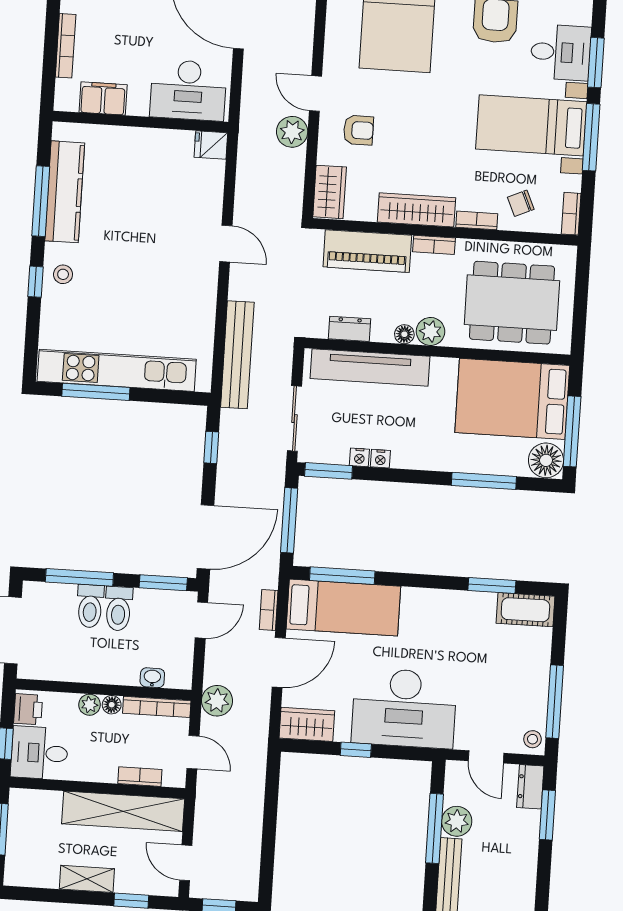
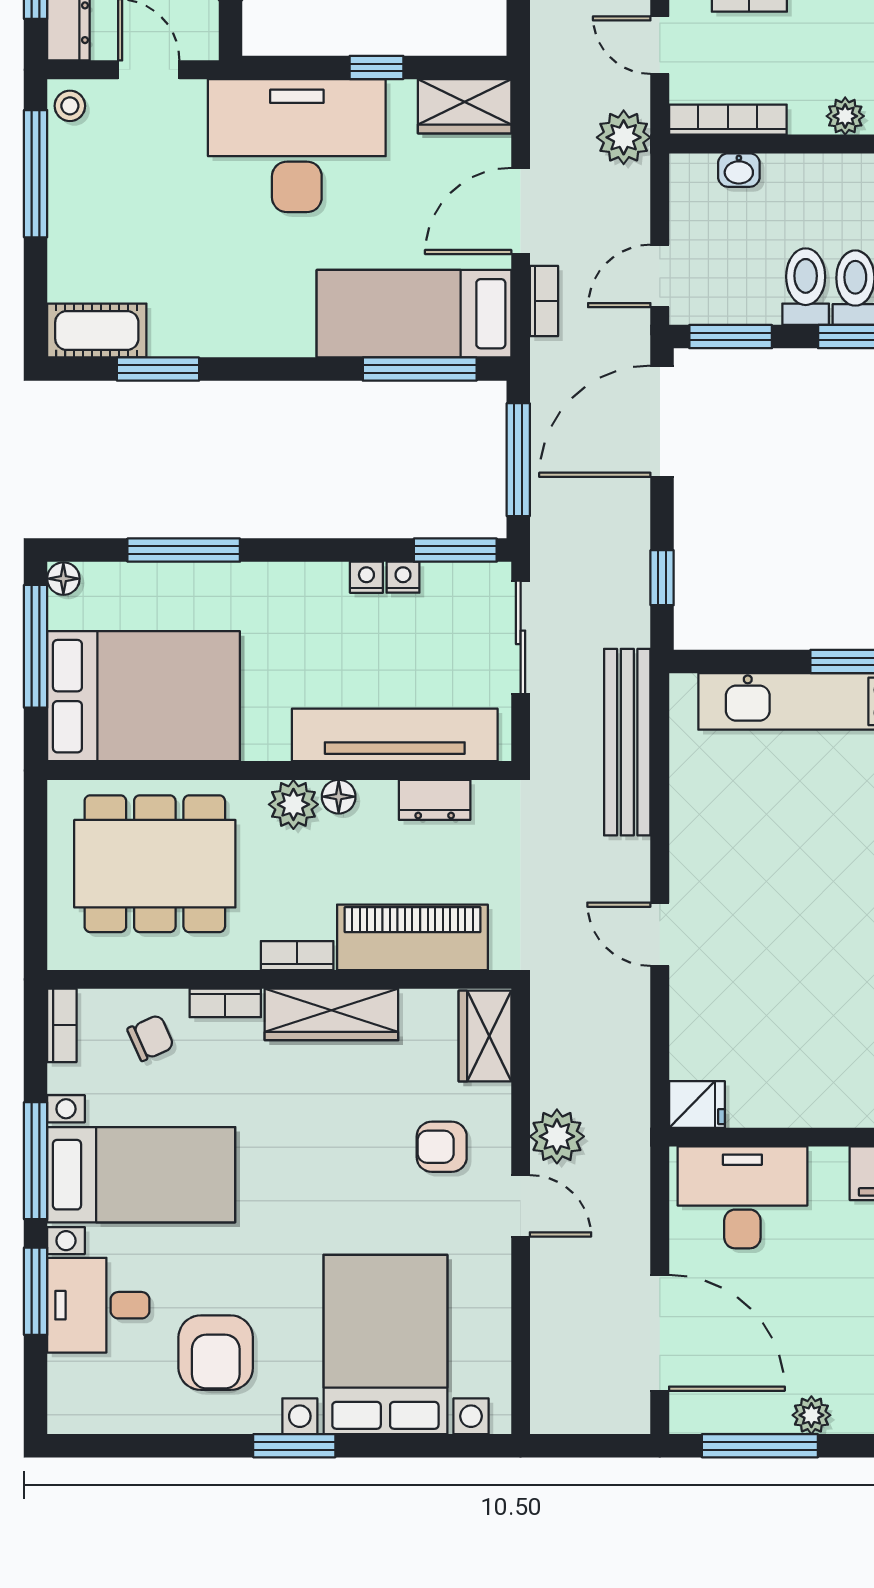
floor lamp: (546, 460) -> (63, 579), width x0.53, depth x0.53
floor lamp: (112, 705) -> (807, 118), removed

